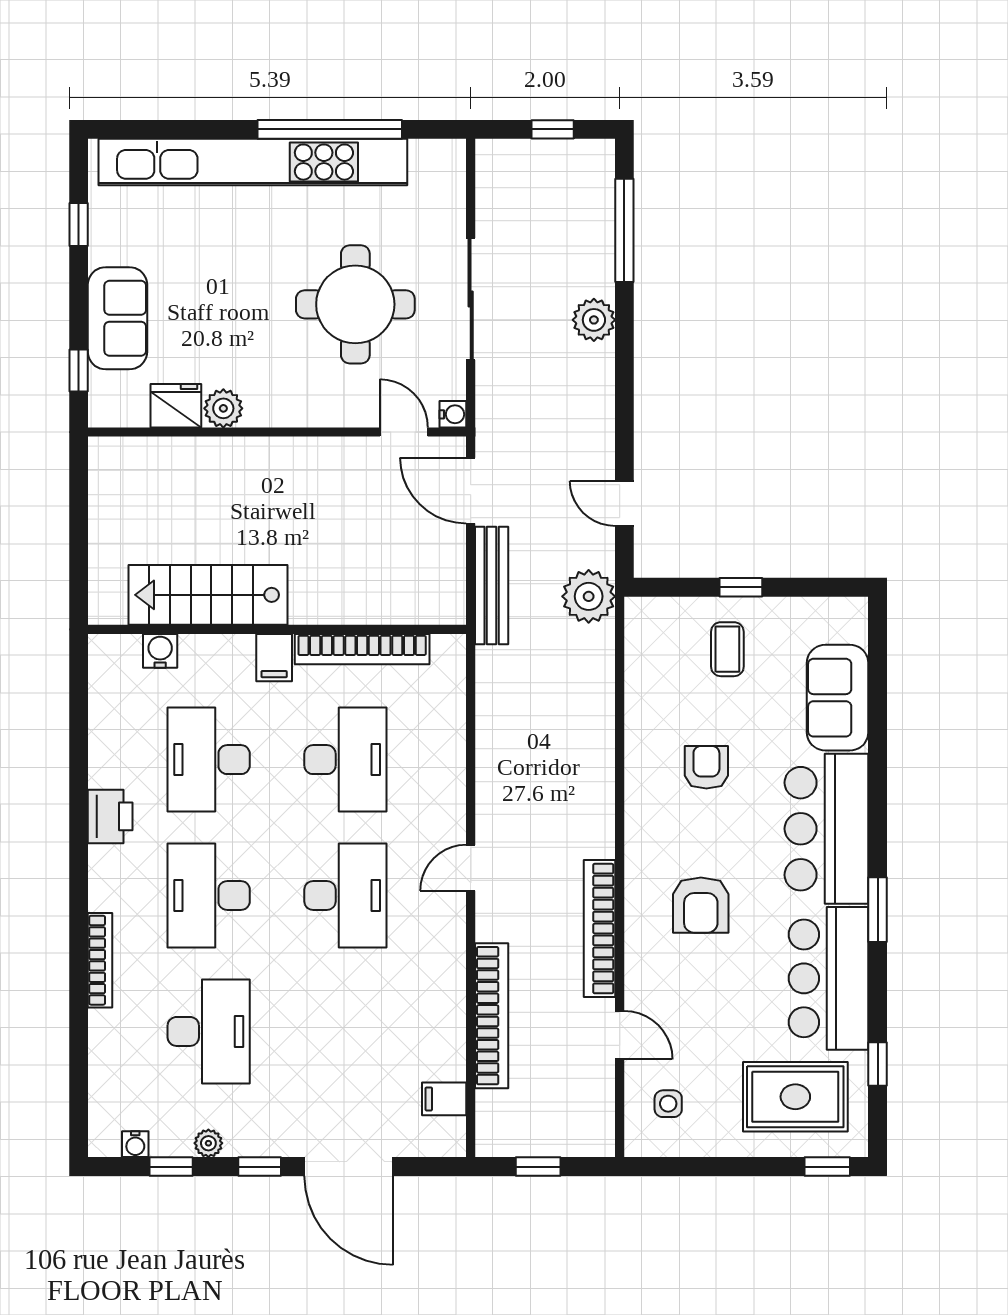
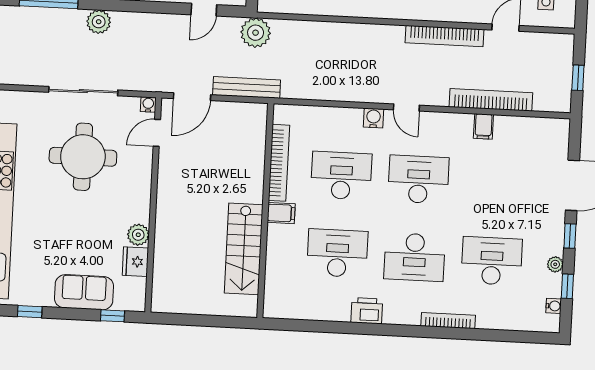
water cooler: (160, 651) -> (373, 118), moved, turned 90
desk: (209, 760) -> (337, 253), turned 180
filing cabinet: (444, 1099) -> (483, 126), moved

